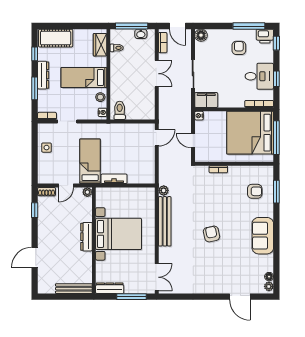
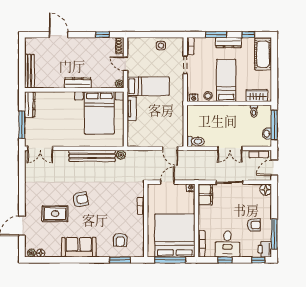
toilet: (120, 110) -> (196, 141), moved
bed with nightstands: (119, 234) -> (99, 113), moved
rug: (227, 261) -> (55, 214), added

